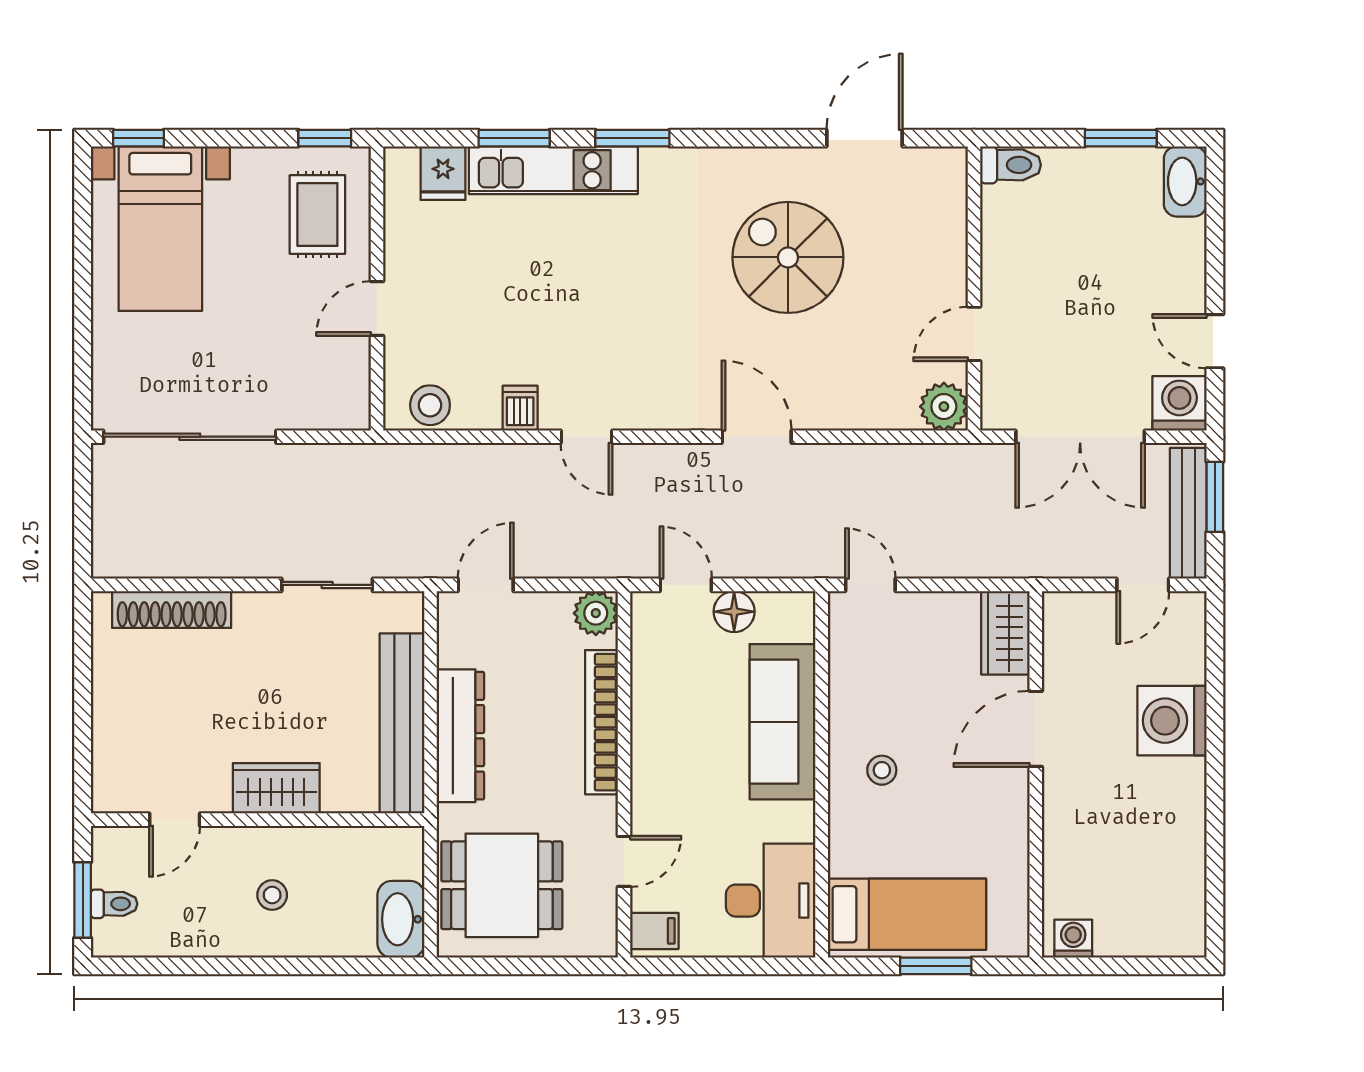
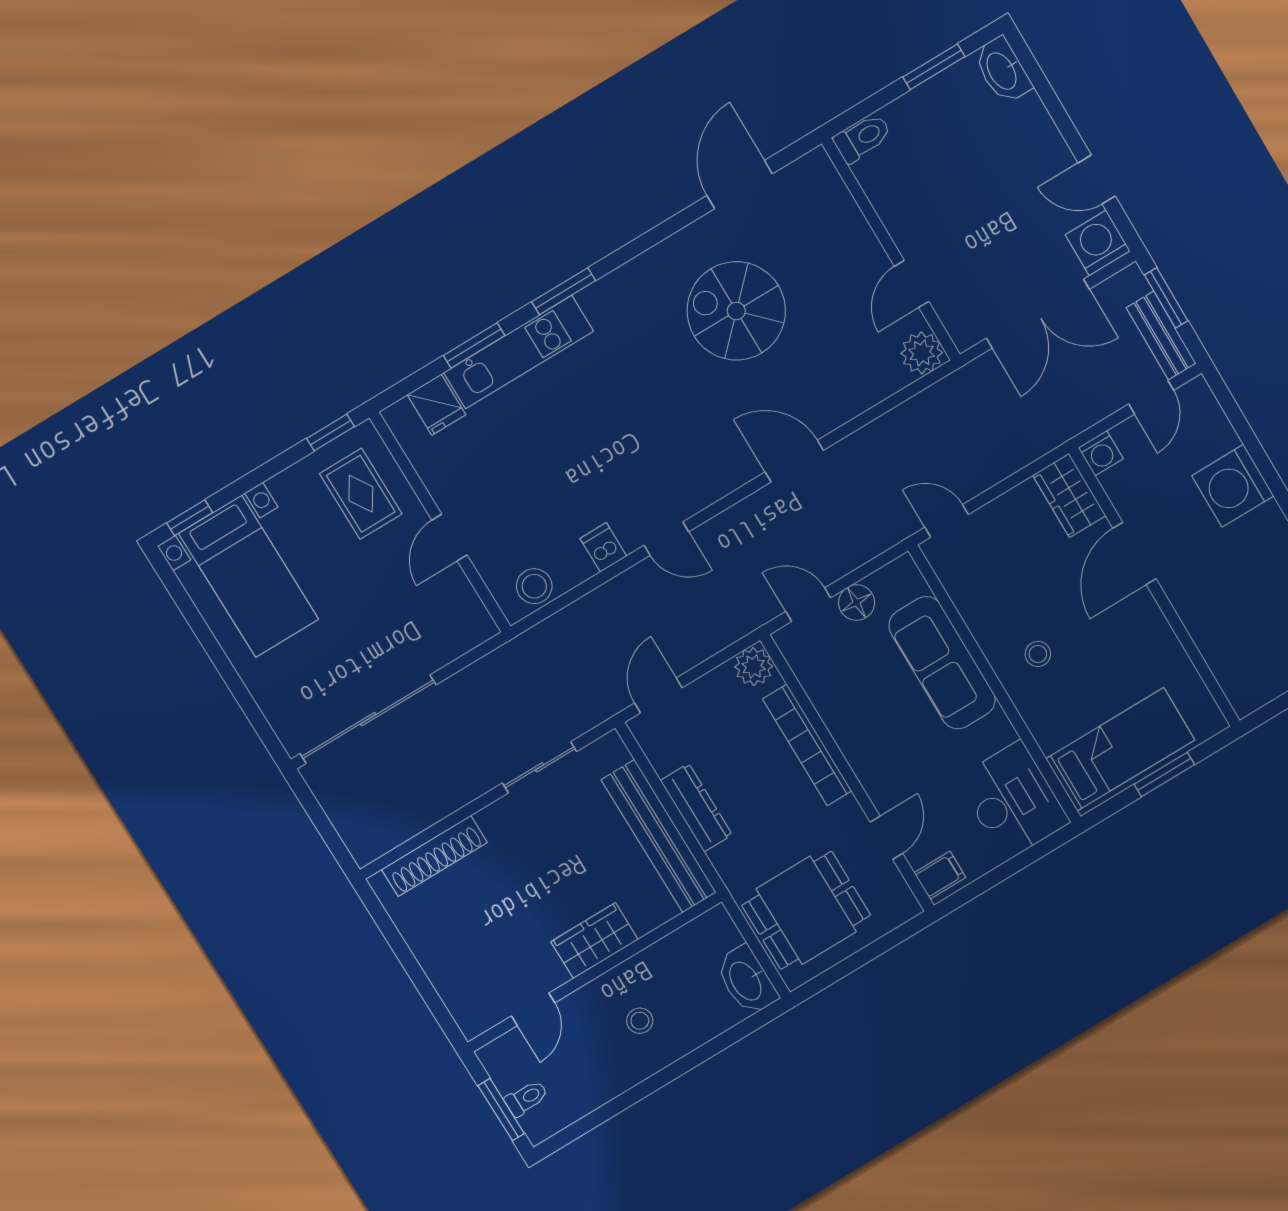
bench: (1188, 513) -> (1161, 336), width x0.73
dresser: (460, 736) -> (696, 808), width x0.73, depth x0.80
washing machine: (1073, 939) -> (1101, 453), moved, turned 180

